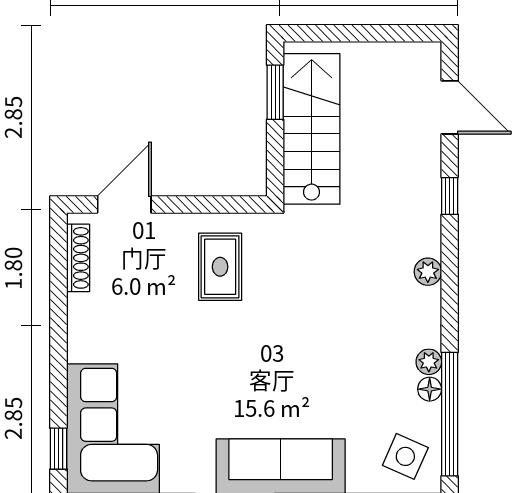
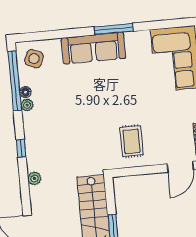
window: (450, 196) -> (21, 148), moved
plant: (428, 272) -> (34, 178), moved

